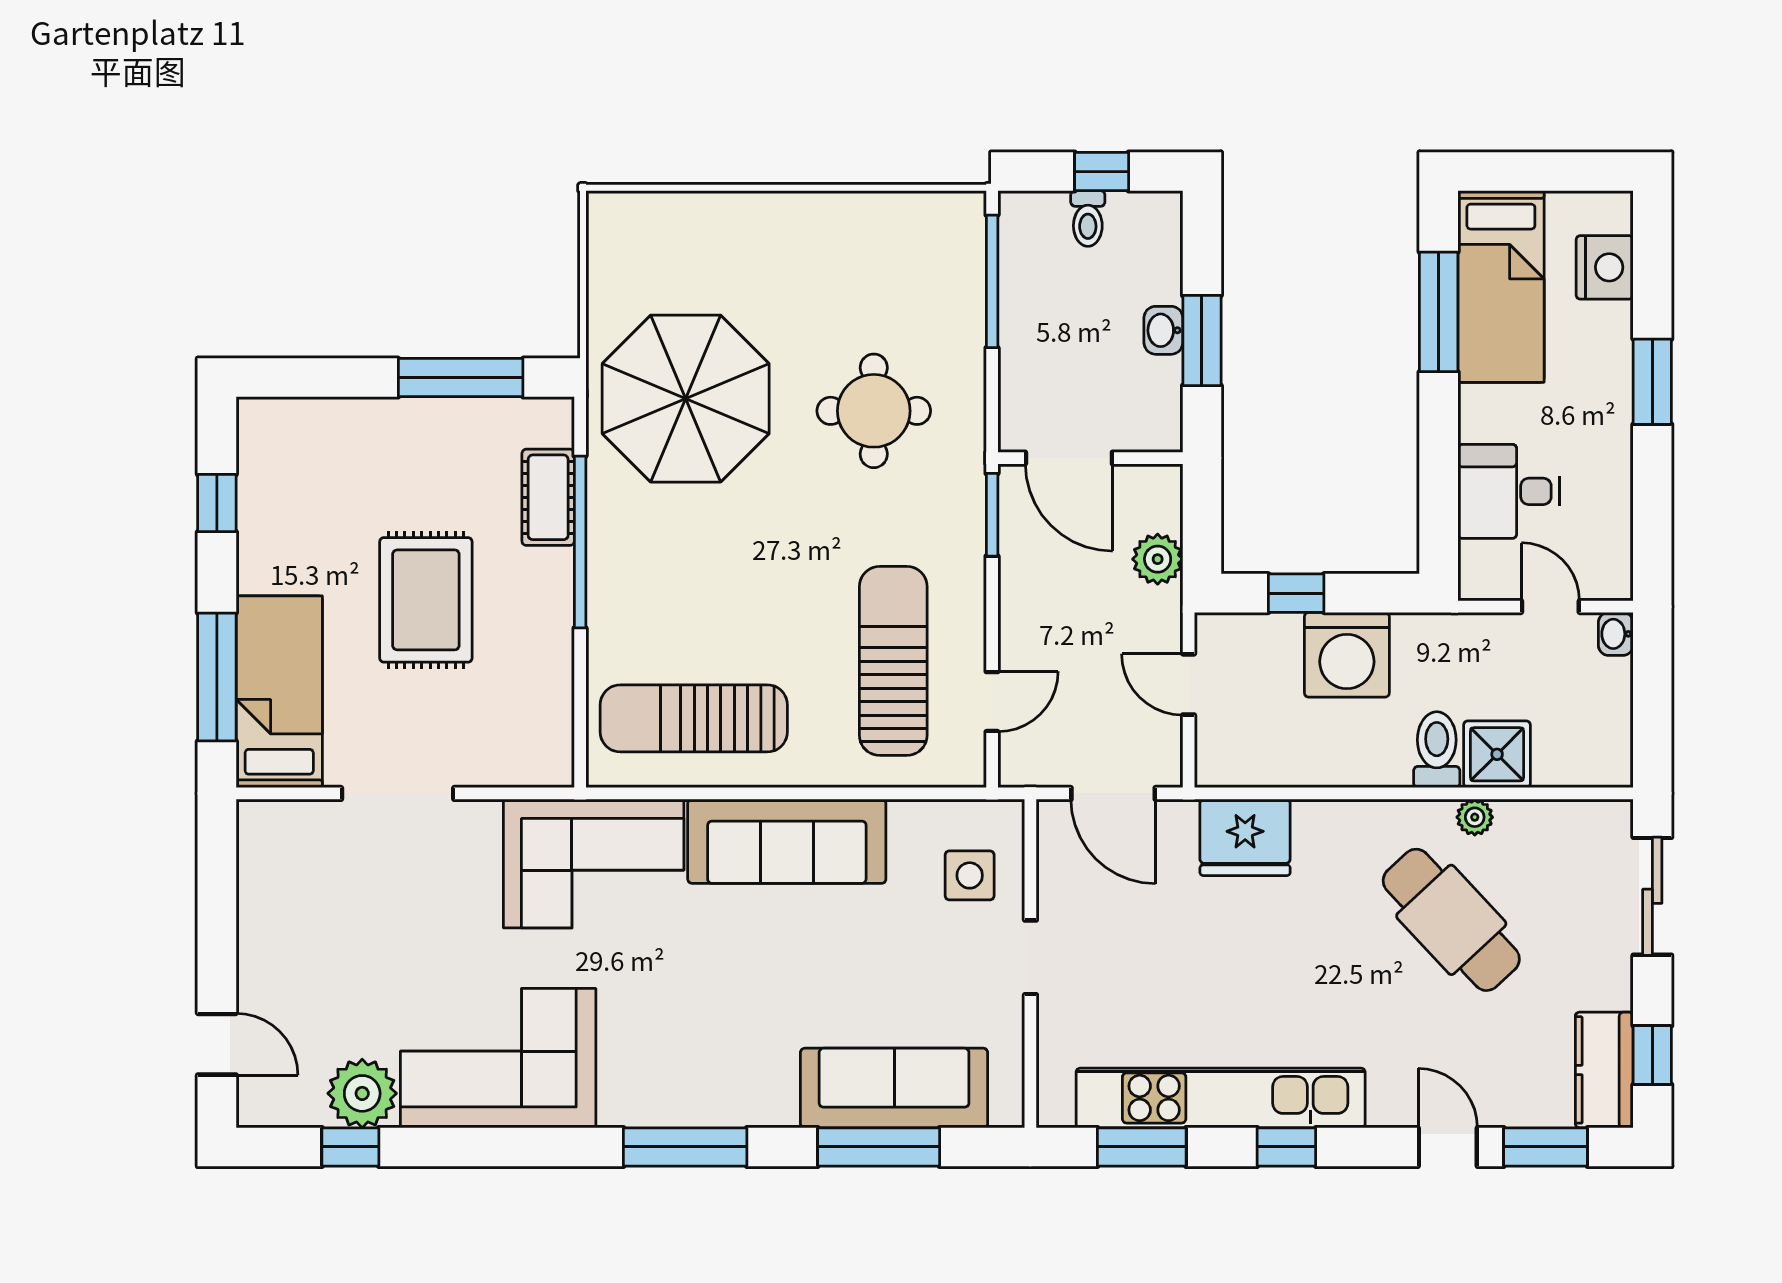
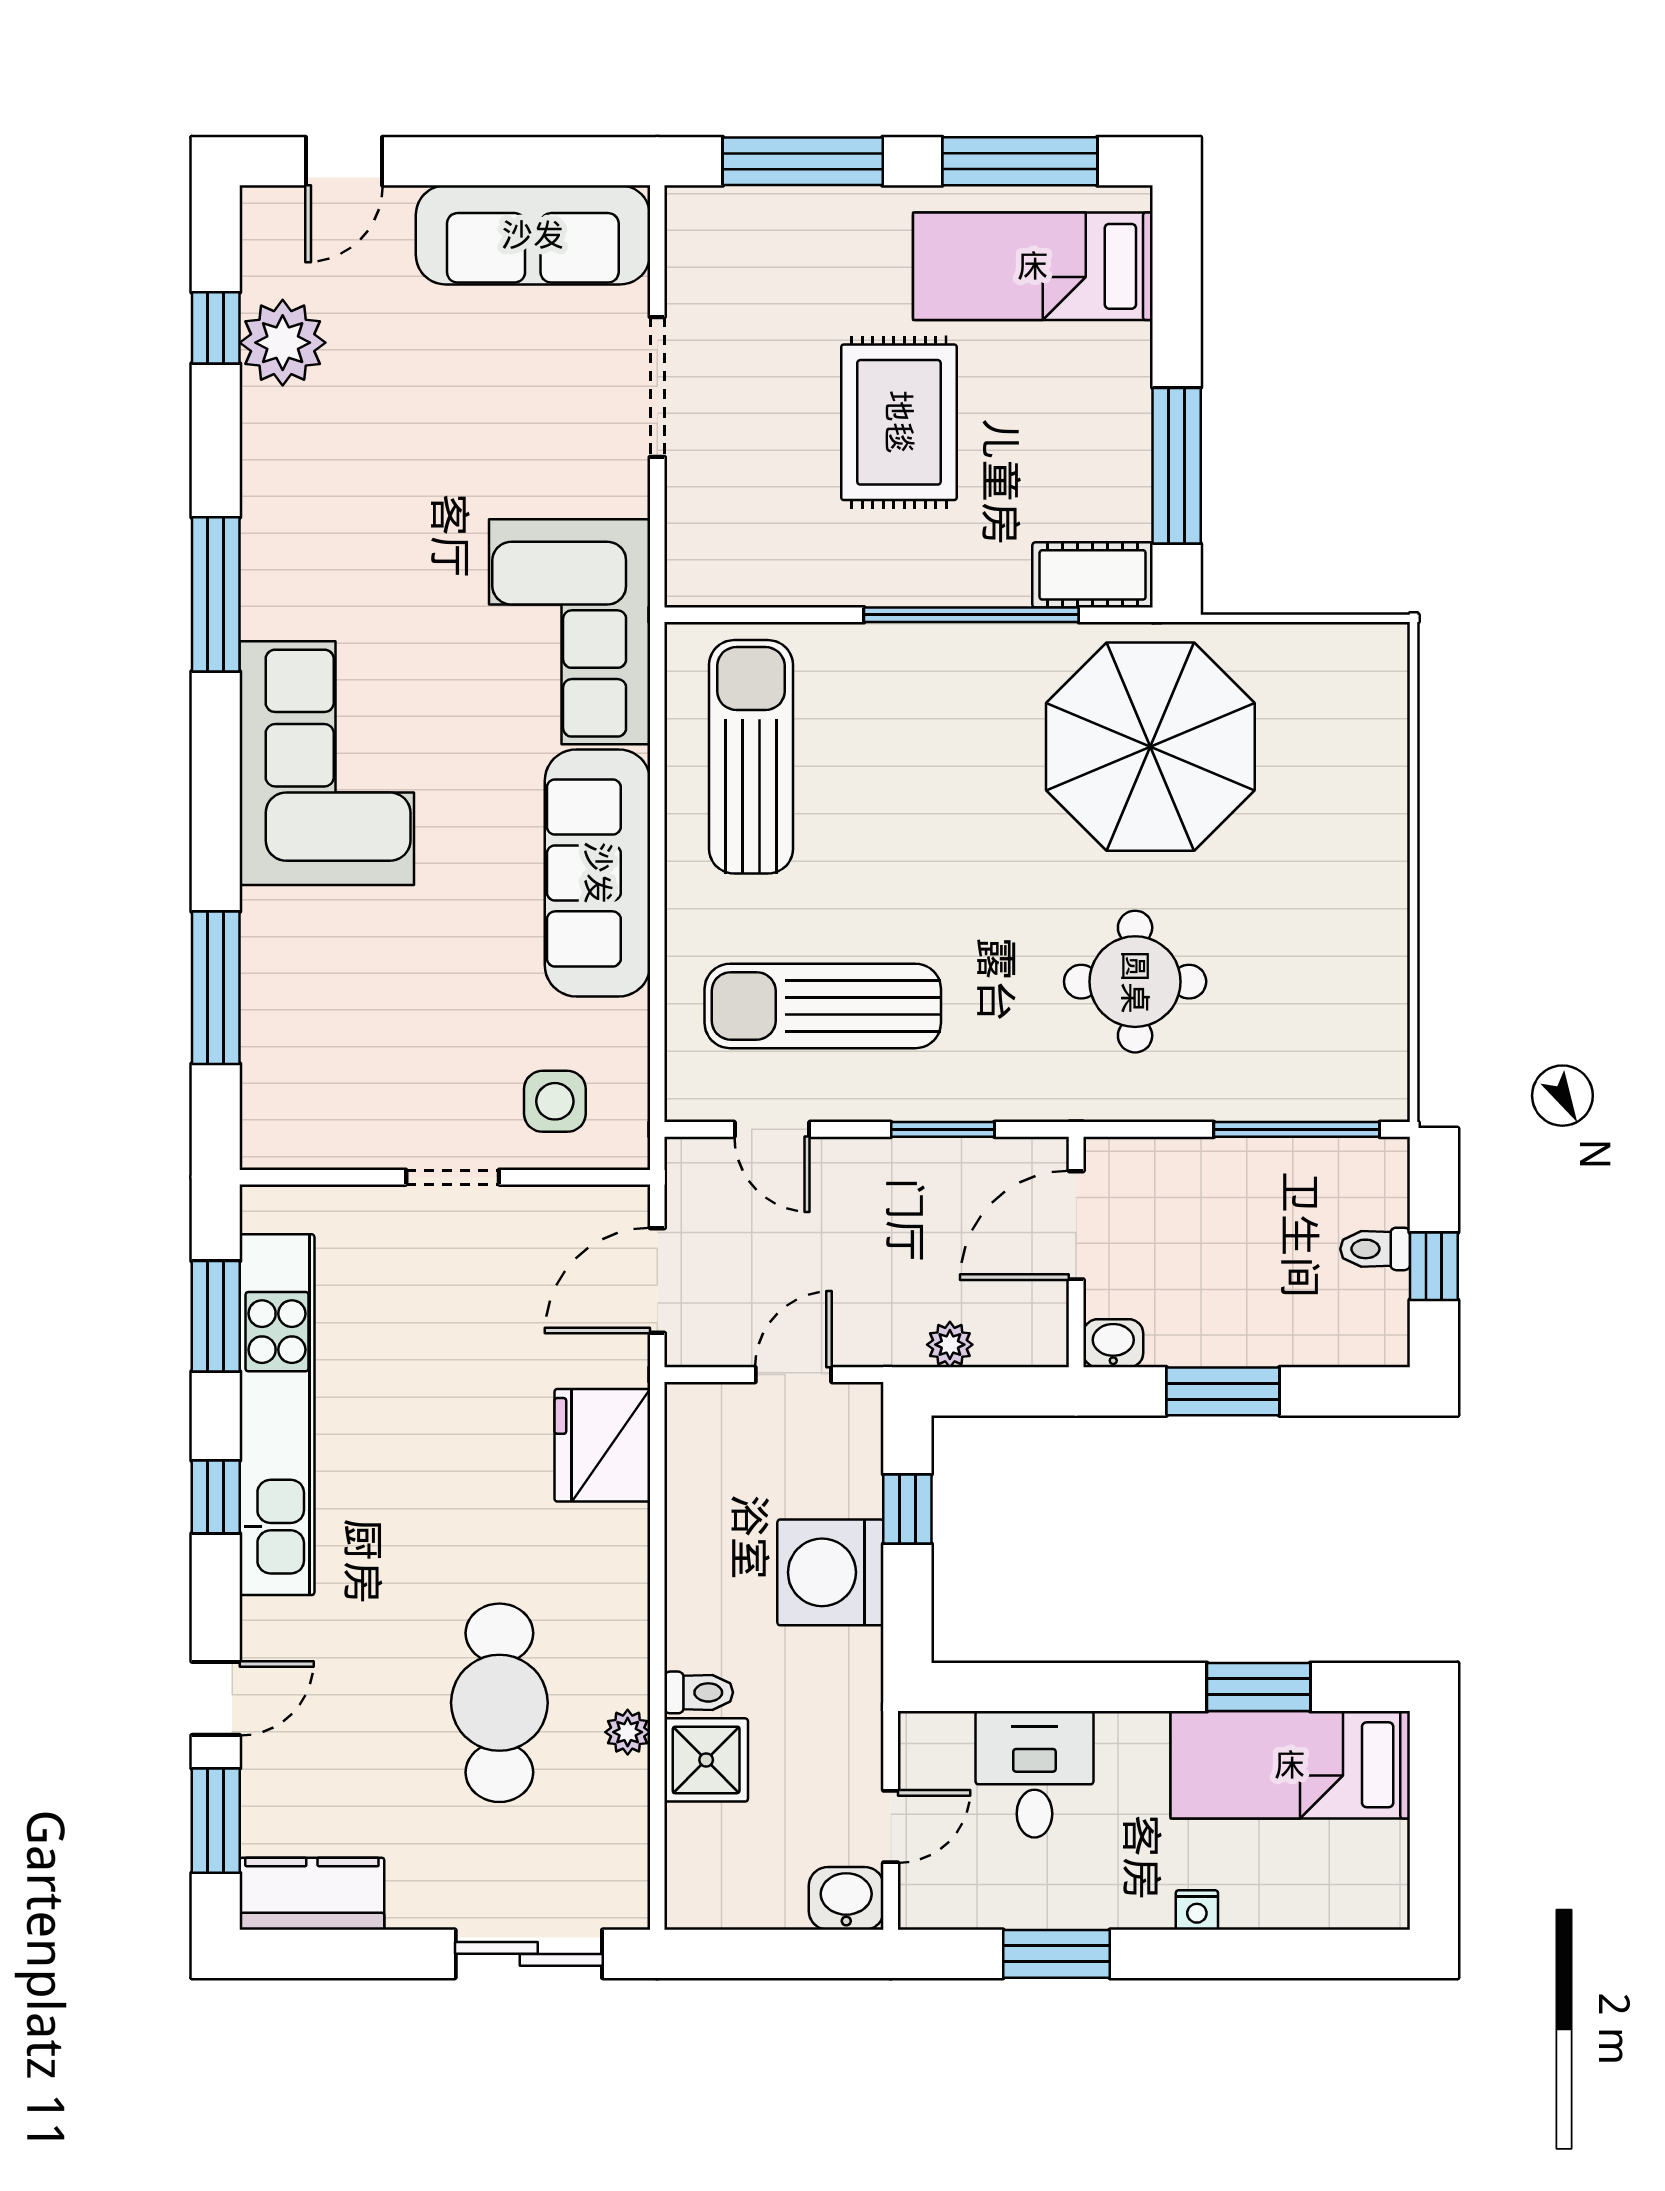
nightstand: (1605, 267) -> (1197, 1910), moved, width x0.53, depth x0.56
window: (1439, 312) -> (1259, 1687), width x0.69
washbasin: (1163, 330) -> (1113, 1343), moved
window: (1652, 382) -> (1056, 1954), moved
cot: (548, 497) -> (1093, 575), moved
window: (217, 503) -> (1020, 161), width x2.17
window: (992, 515) -> (943, 1129), moved
plant: (1158, 559) -> (950, 1345), width x0.73, depth x0.73
rug: (426, 600) -> (899, 422), turned 90
washbasin: (1616, 634) -> (846, 1898), width x1.38, depth x1.45
sun lounger: (893, 661) -> (823, 1006), turned 180
bed: (279, 692) -> (1033, 266), moved, turned 180
toilet: (1437, 750) -> (699, 1692), width x0.73, depth x0.72
cafe table: (1451, 920) -> (499, 1703), turned -47
window: (1652, 1055) -> (331, 1954), removed
corner sofa: (498, 1058) -> (327, 763), moved
sofa: (894, 1088) -> (533, 235), moved, turned 90
window: (685, 1147) -> (216, 594), moved

